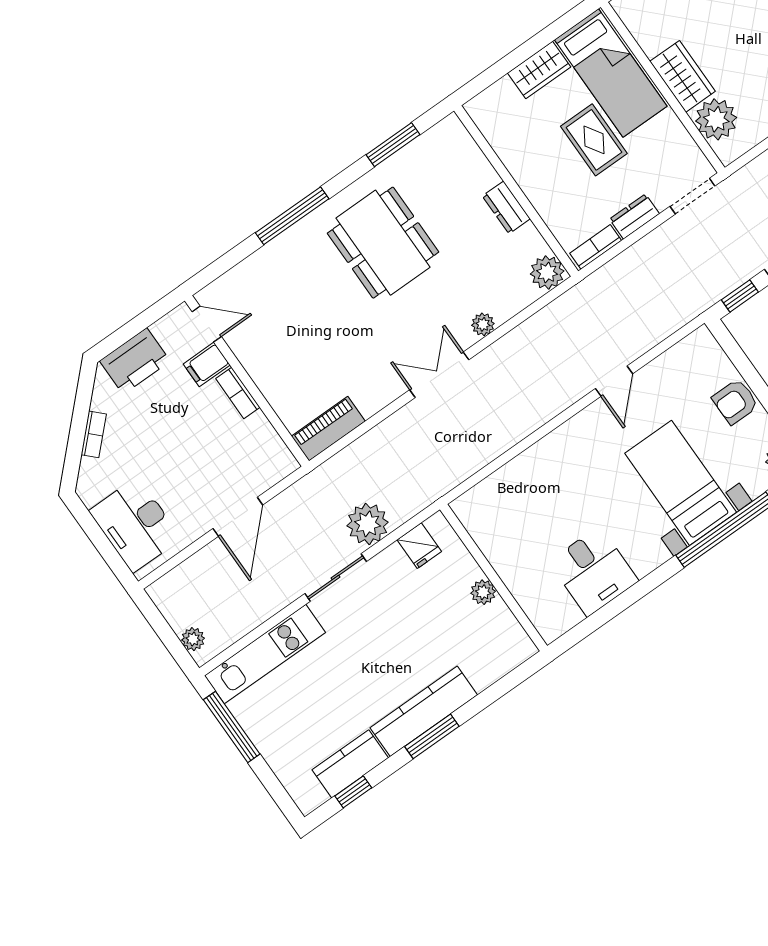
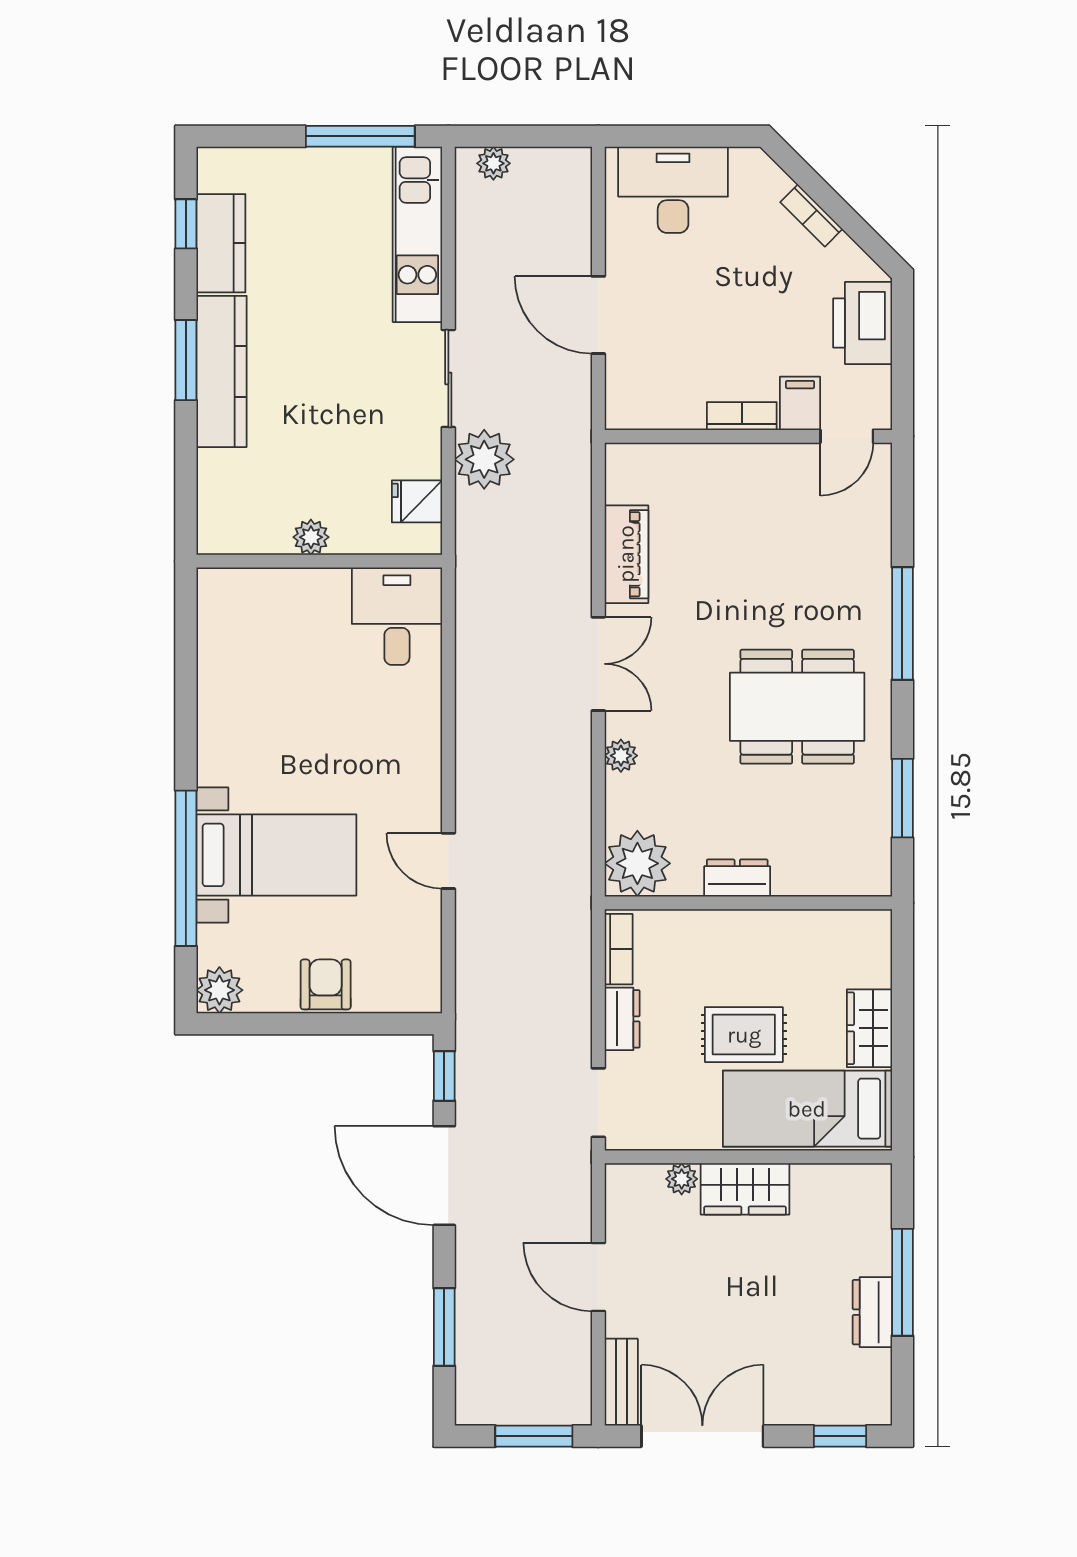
plant: (716, 119) -> (682, 1179), width x0.53, depth x0.53
plant: (547, 272) -> (637, 863), width x1.36, depth x1.36
piano: (328, 429) -> (626, 554), moved
desk: (594, 571) -> (397, 616), moved, turned 90

